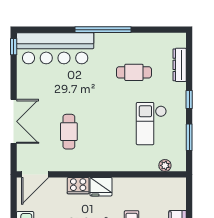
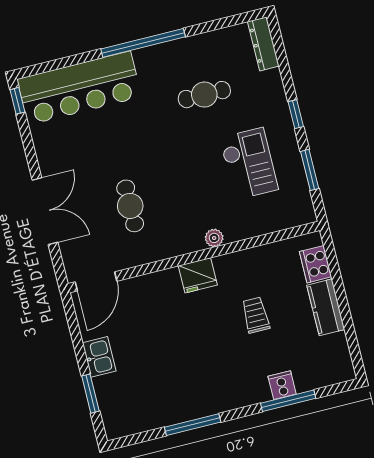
dresser: (180, 65) -> (263, 44), moved
checkout: (151, 124) -> (249, 164), turned 180
plant: (165, 165) -> (214, 238), moved
cooker: (78, 186) -> (316, 264), moved, turned 90

